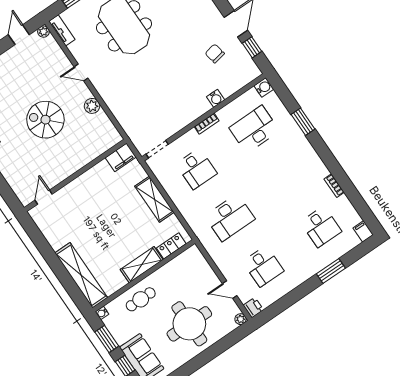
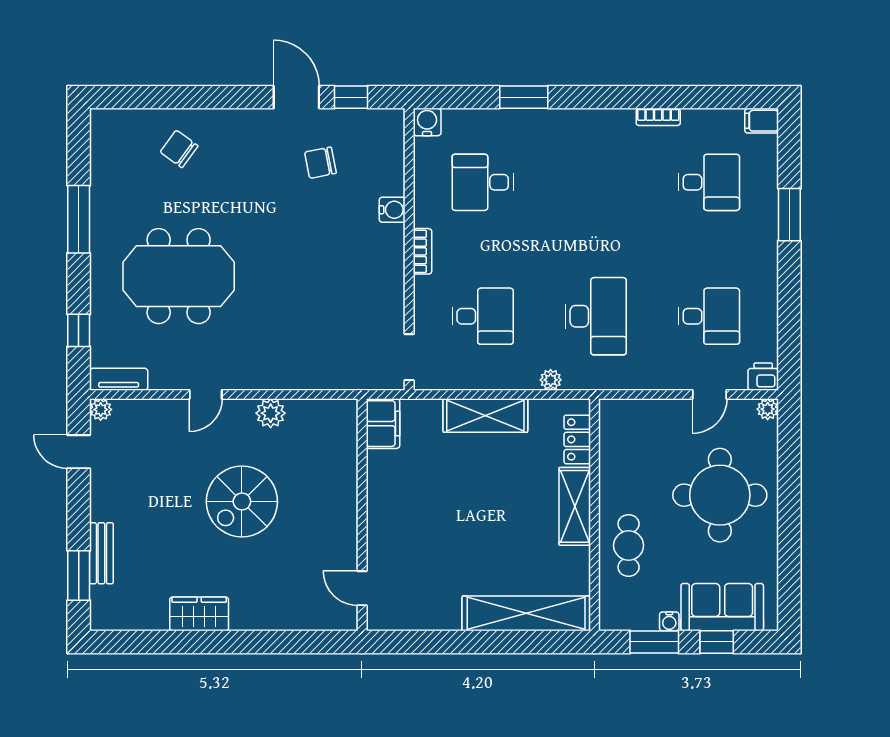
desk: (254, 129) -> (483, 182), width x0.73
plant: (189, 217) -> (551, 380), added
water cooler: (102, 313) -> (669, 621), moved

